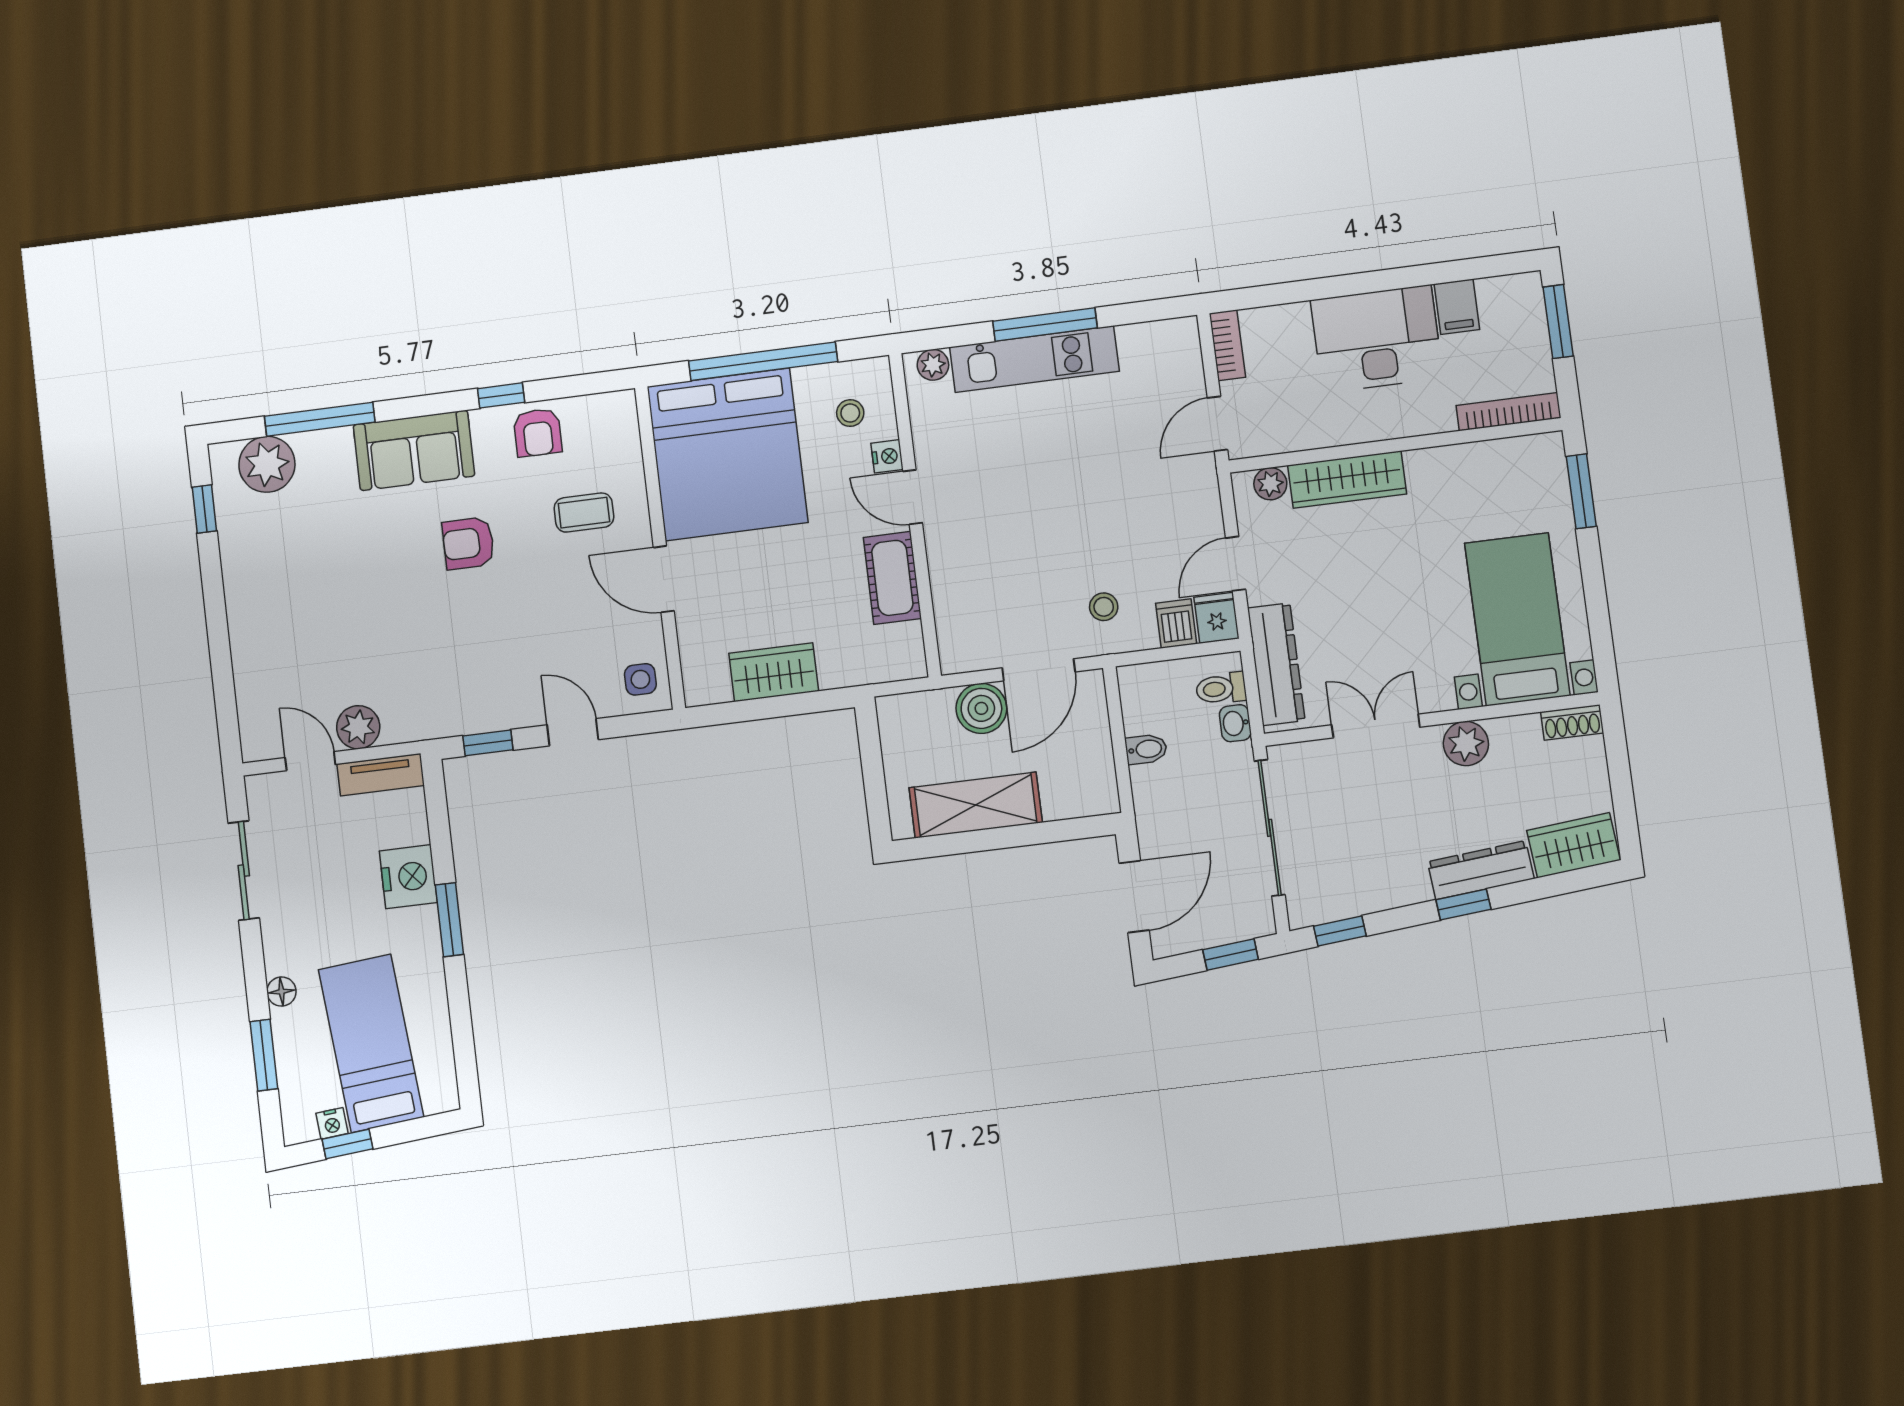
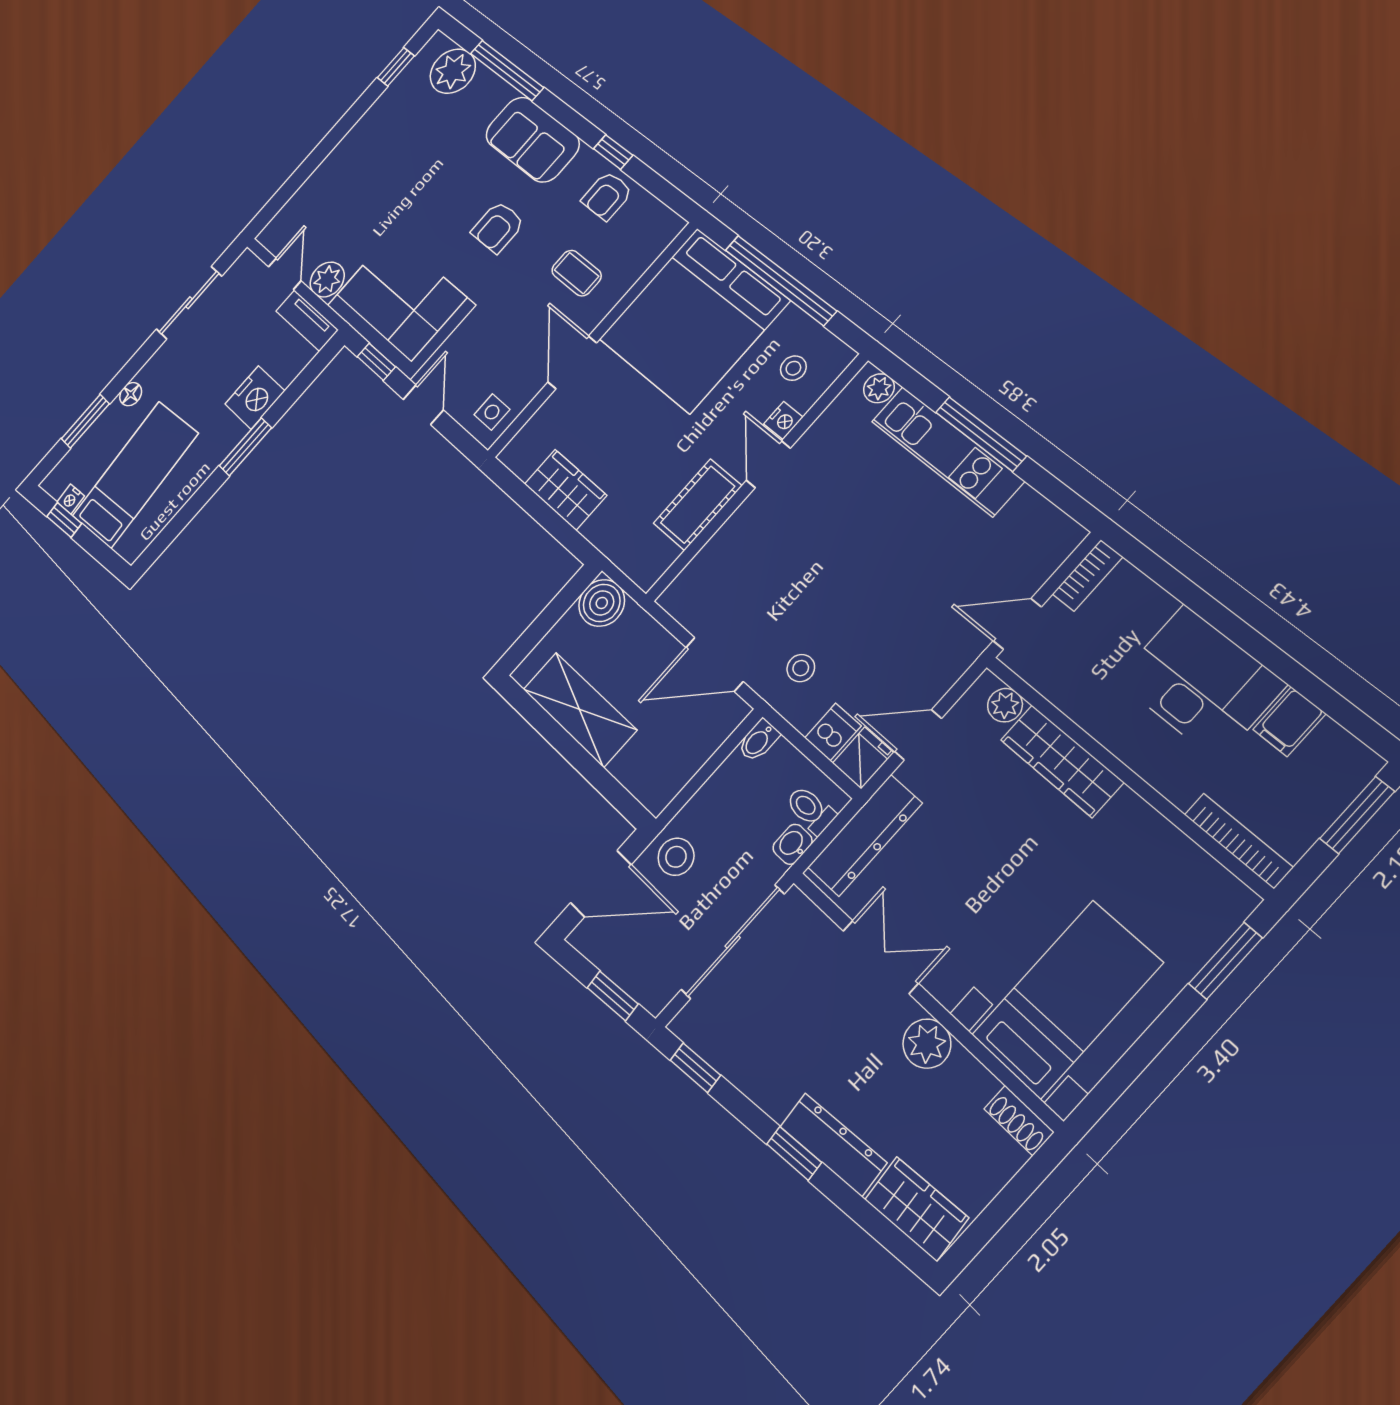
armchair: (468, 543) -> (498, 227), turned -90
corner sofa: (455, 682) -> (401, 305), added
boiler: (981, 708) -> (602, 603), moved
bidet: (1146, 749) -> (759, 741), moved, turned 90
stool: (1165, 820) -> (676, 857), added

